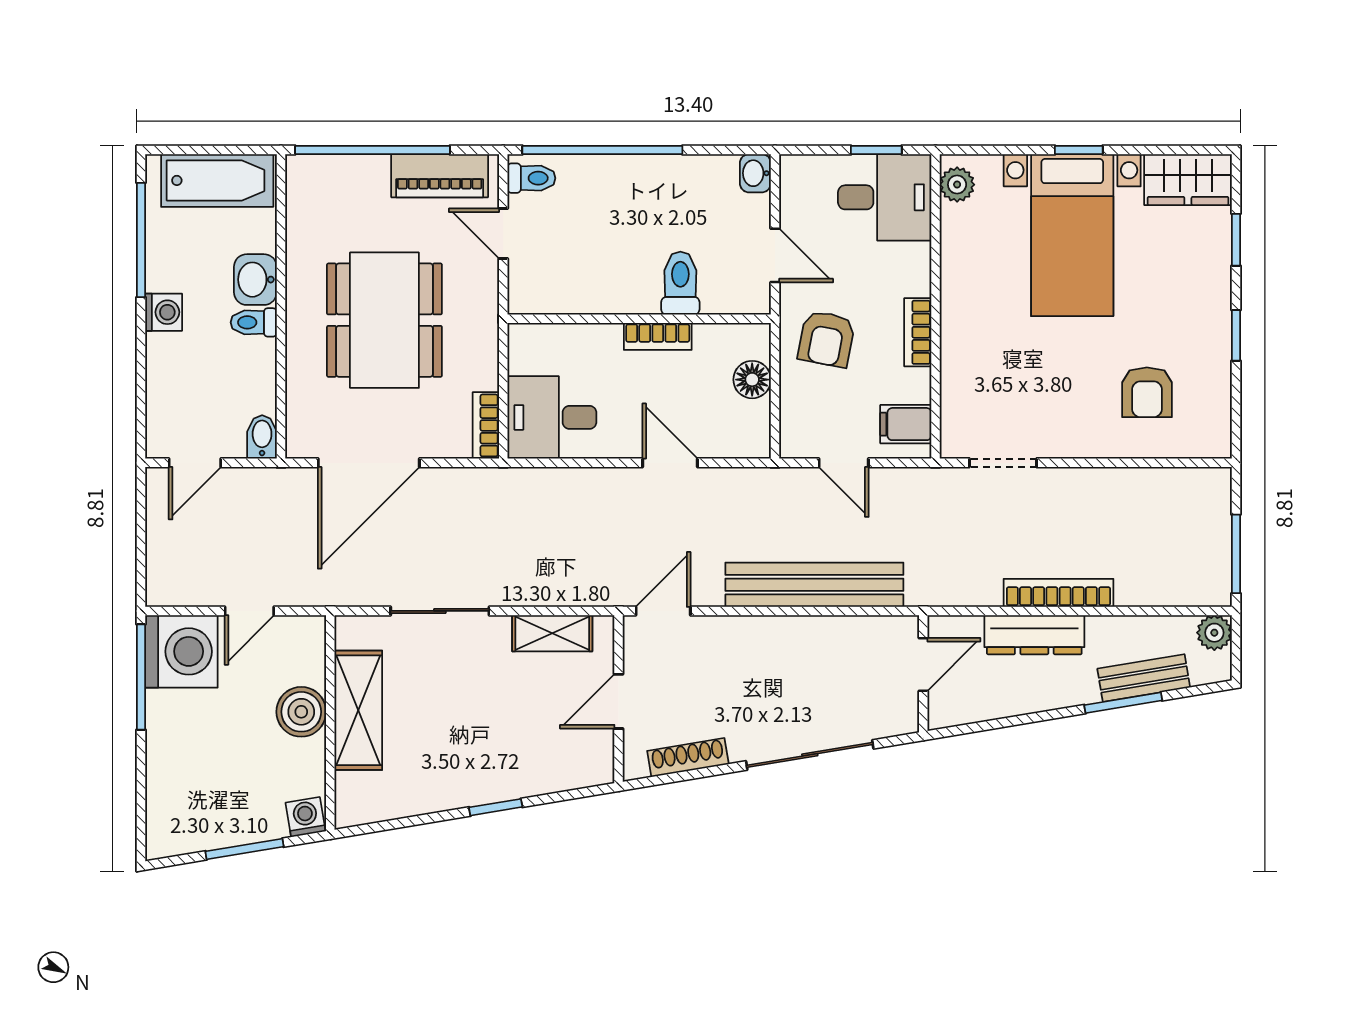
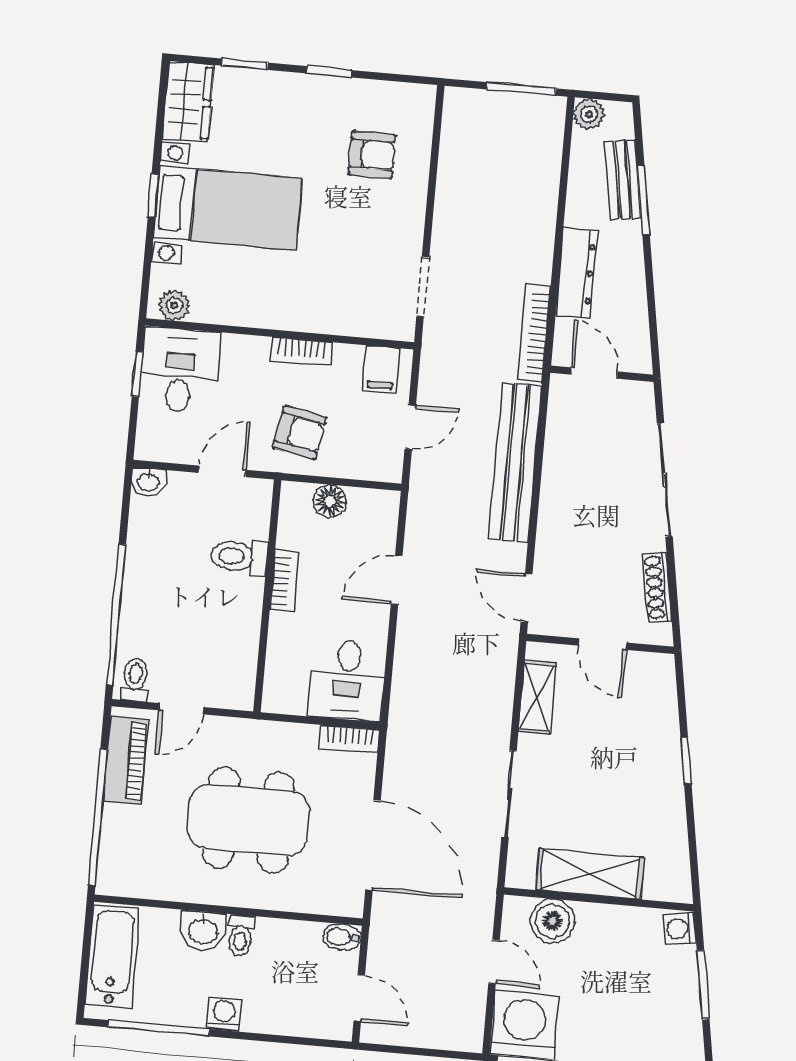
bookcase: (1058, 593) -> (534, 333), moved
boiler: (301, 712) -> (552, 921), moved

